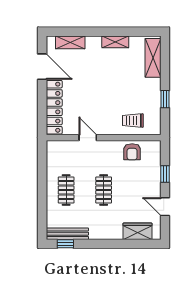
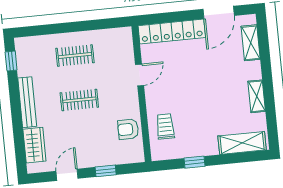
bench: (67, 234) -> (27, 102), moved

